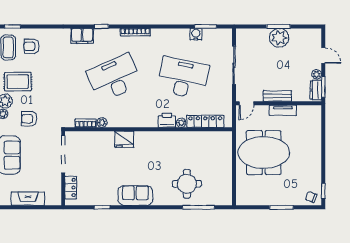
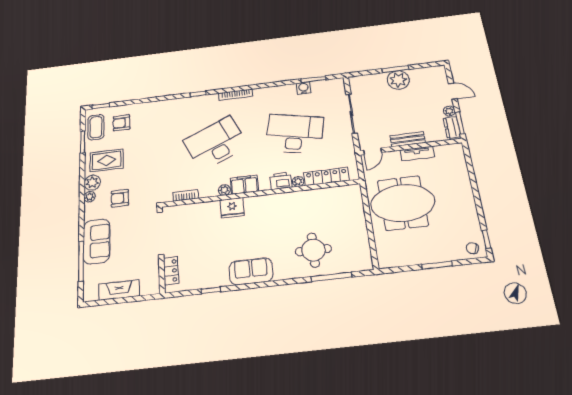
filing cabinet: (82, 36) -> (244, 185), moved, turned 180
plant: (102, 123) -> (224, 190), moved

